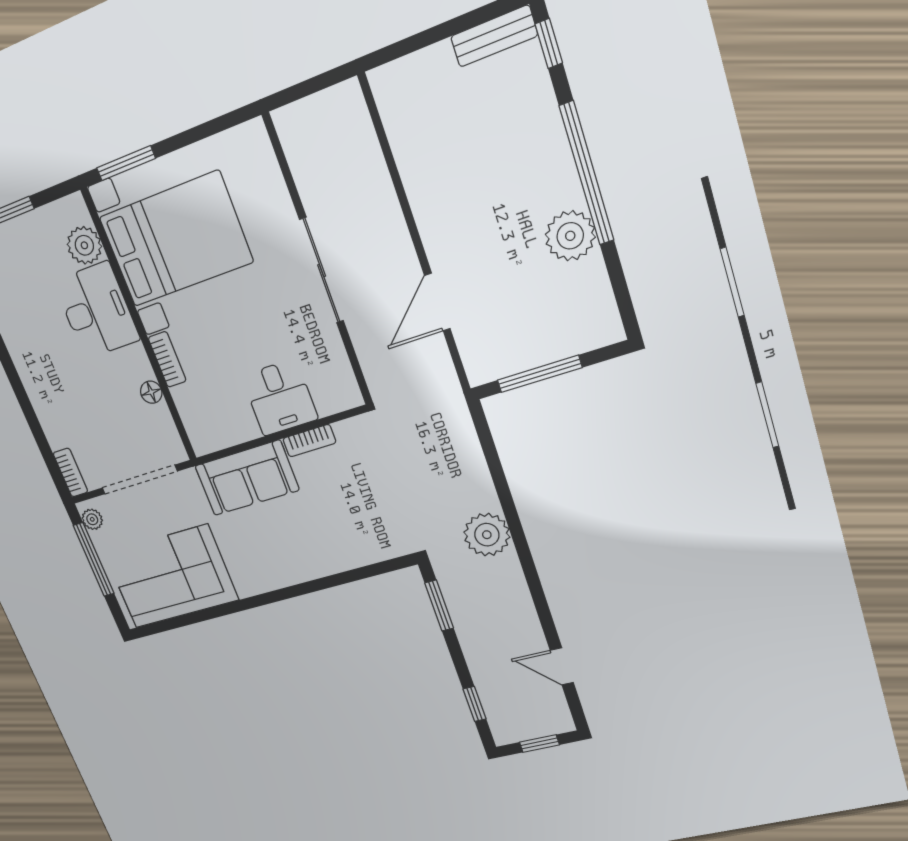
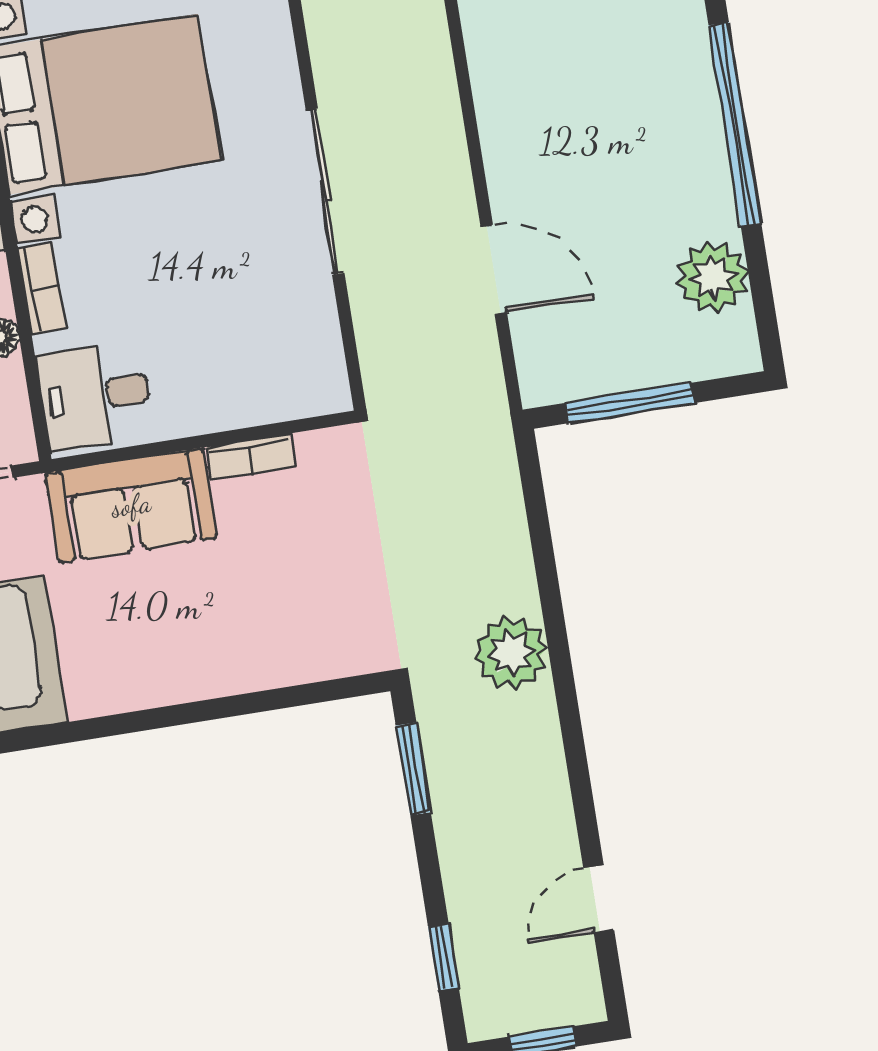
plant: (570, 236) -> (712, 277), moved
door: (437, 302) -> (494, 269), swing flipped
desk: (280, 397) -> (95, 396), moved, turned 90
door: (562, 666) -> (599, 899), hinge flipped

